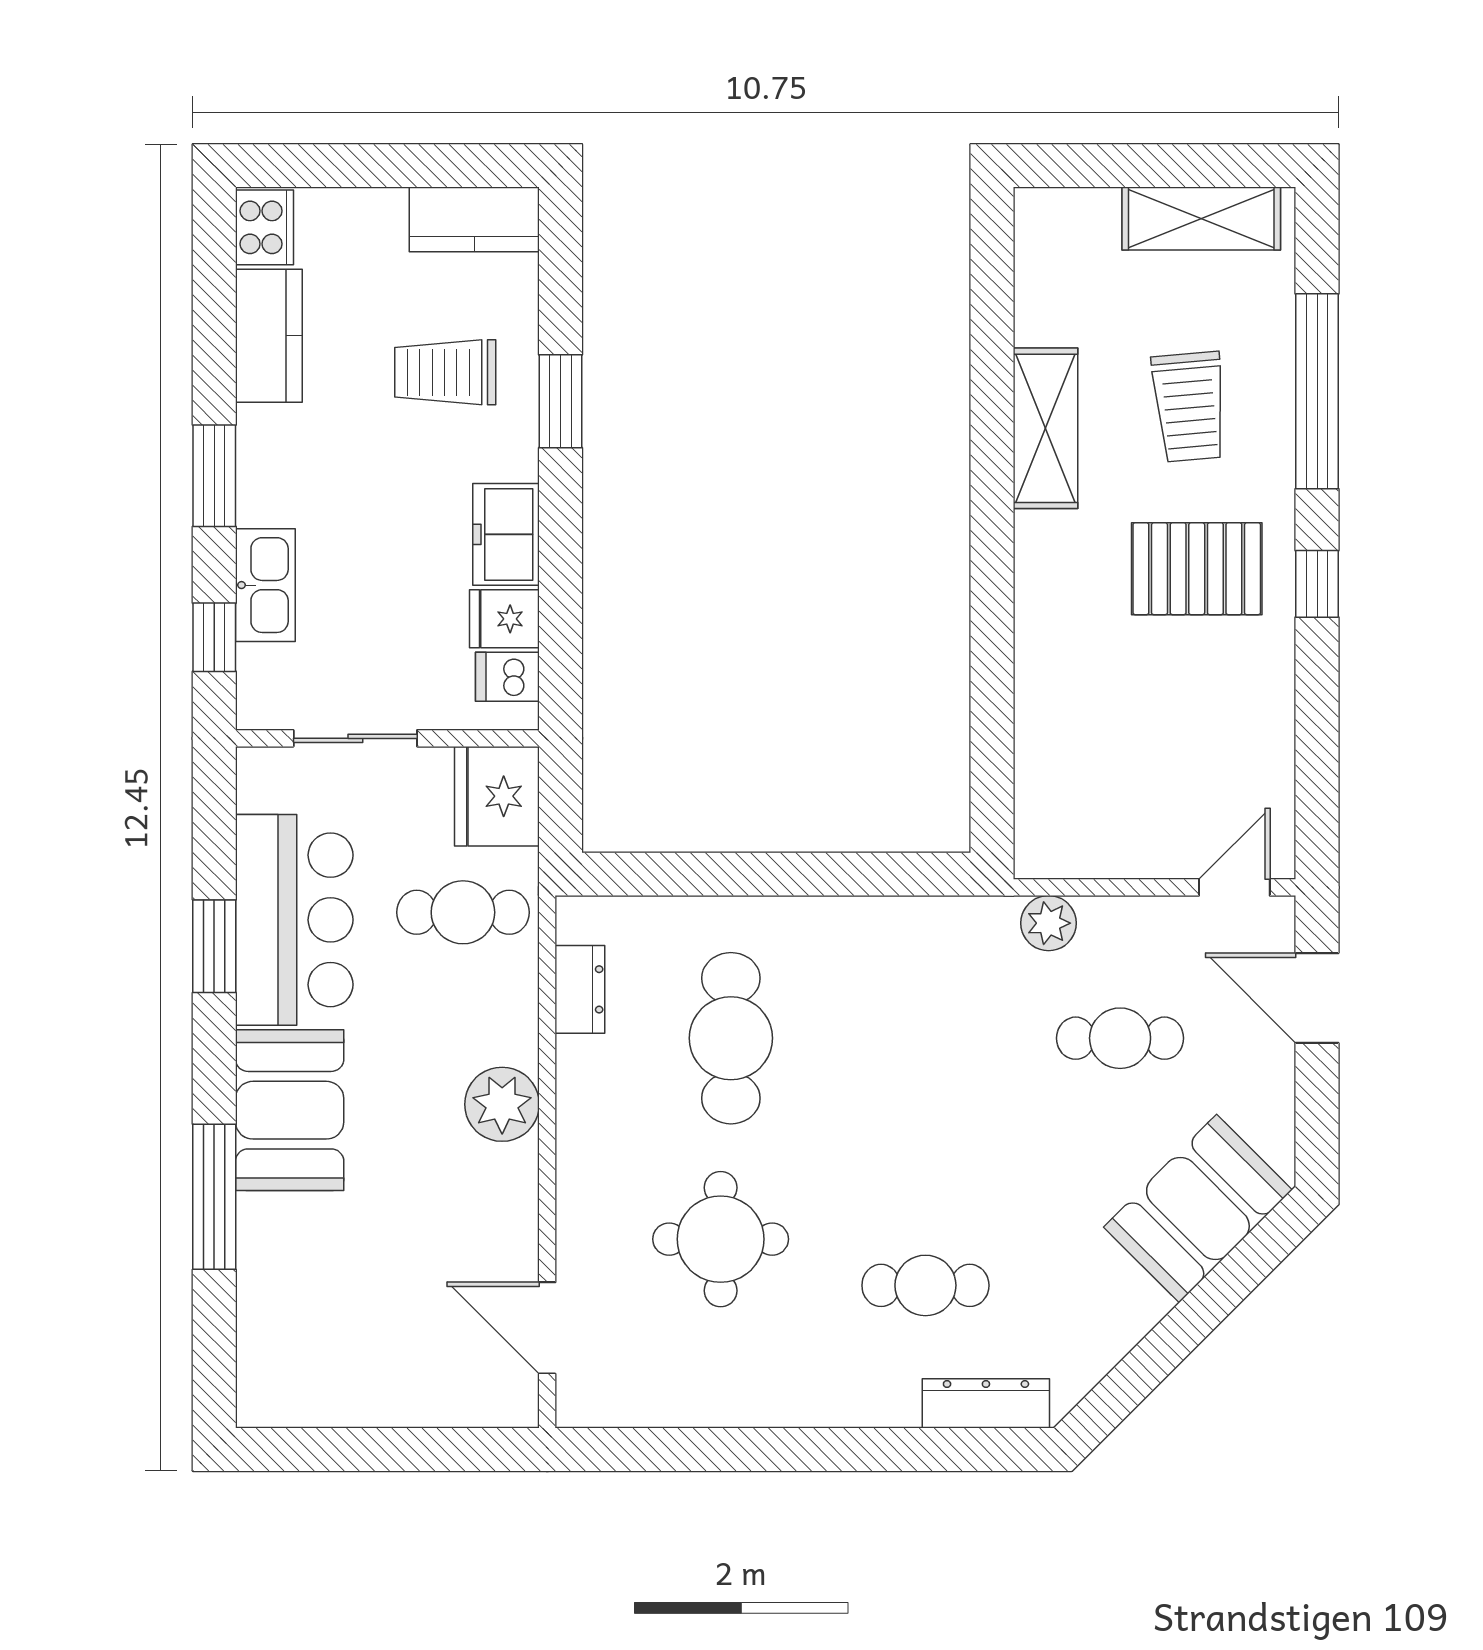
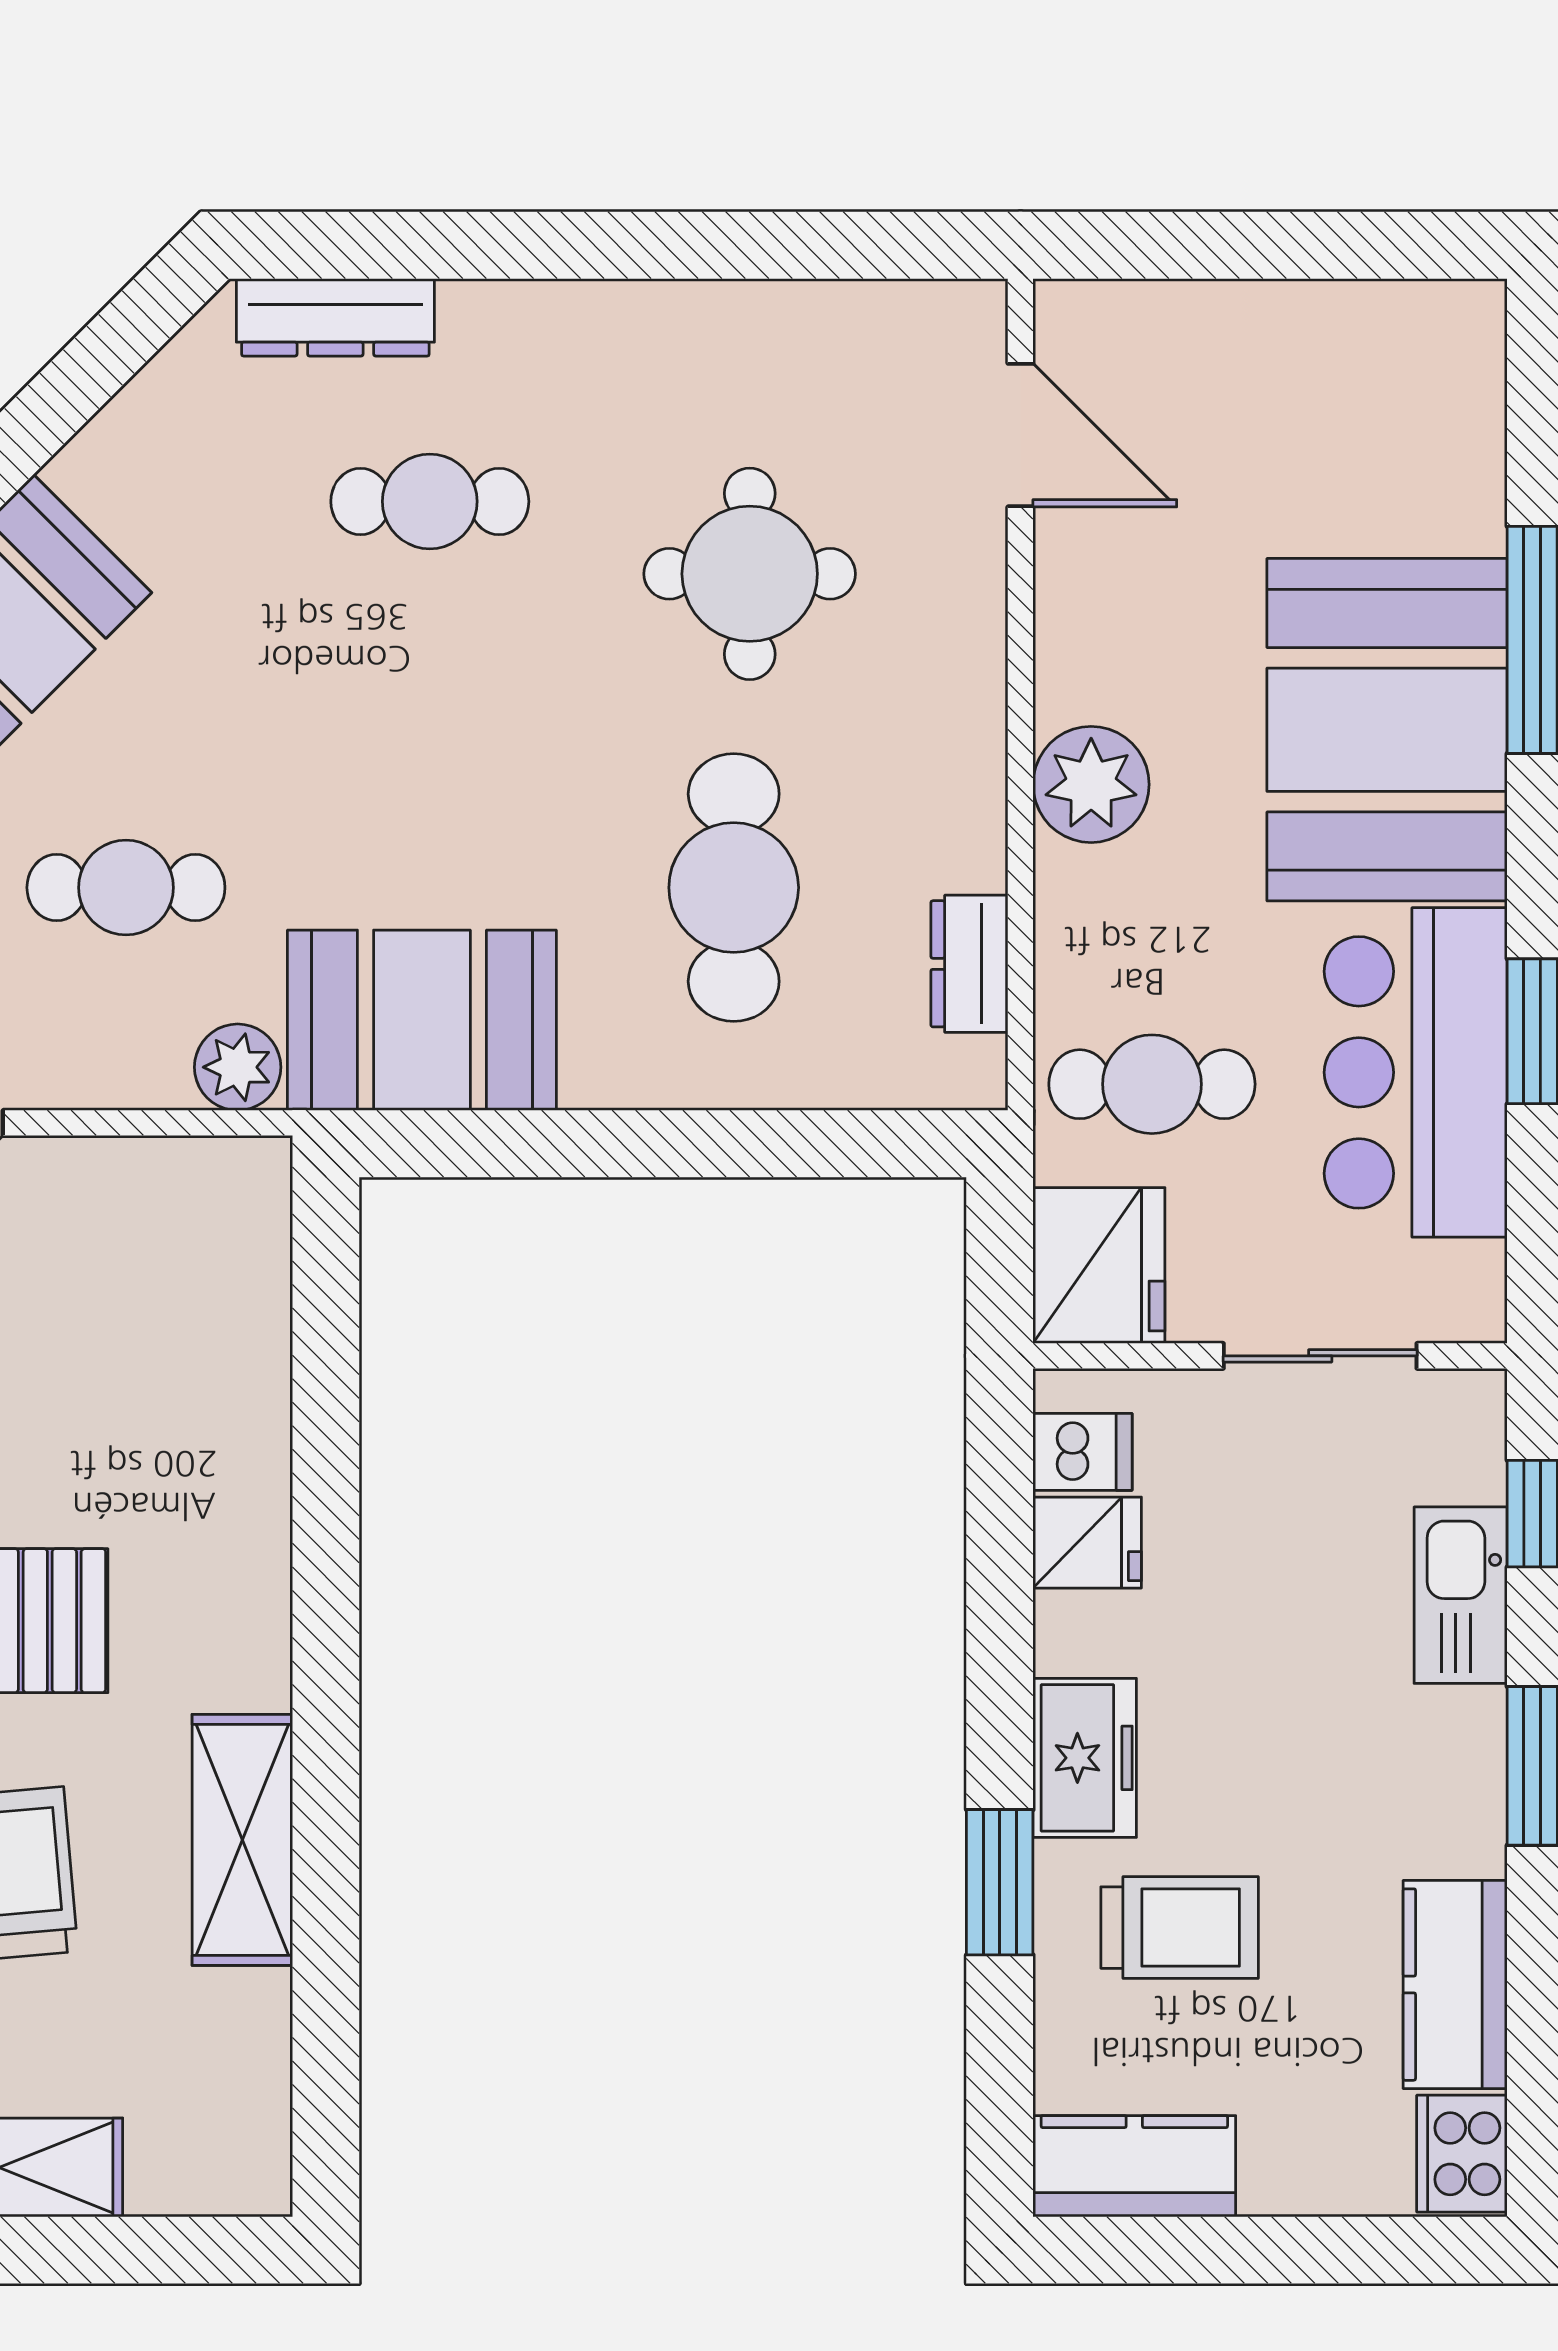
freezer: (506, 534) -> (1085, 1758), moved
booth: (931, 953) -> (422, 1020), added
booth: (290, 1110) -> (1387, 730), width x1.36, depth x1.42

